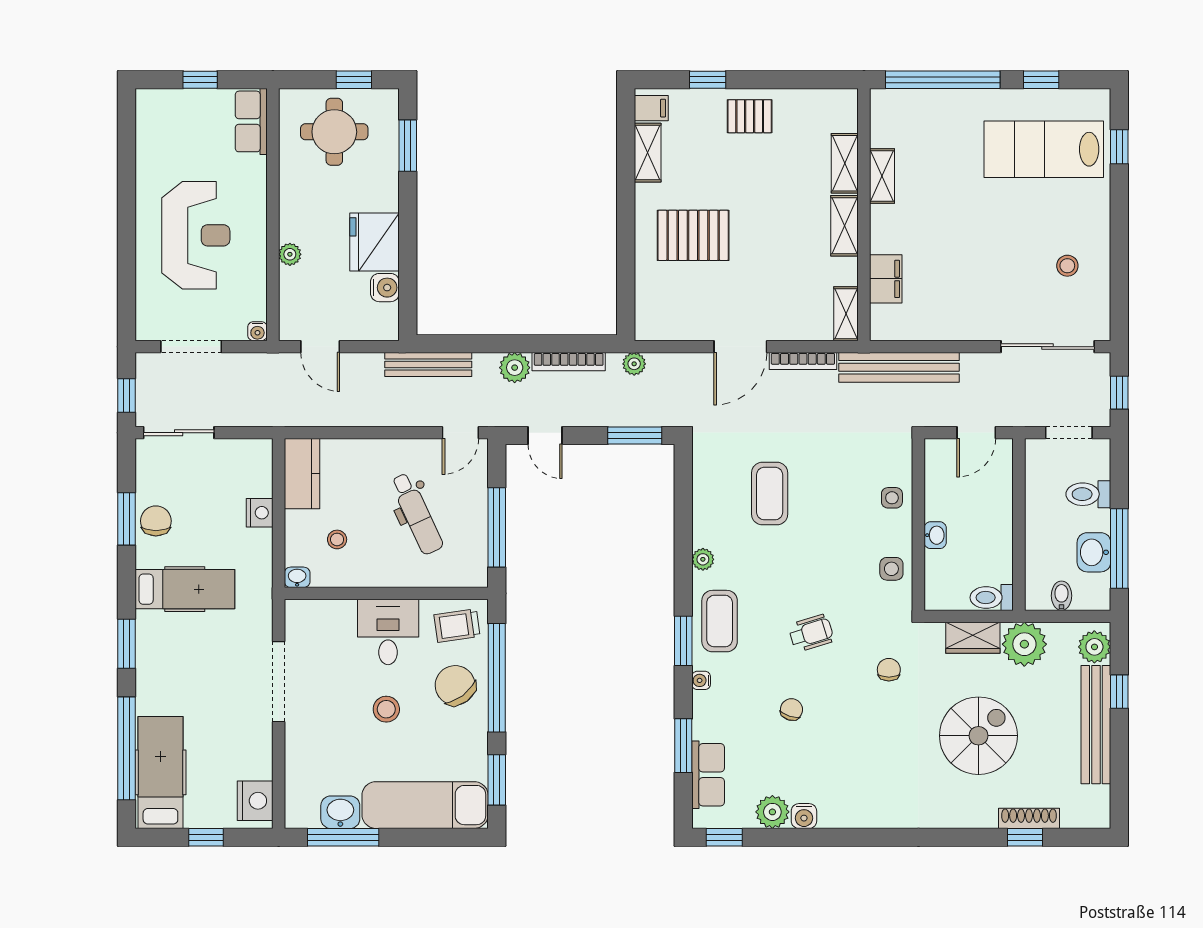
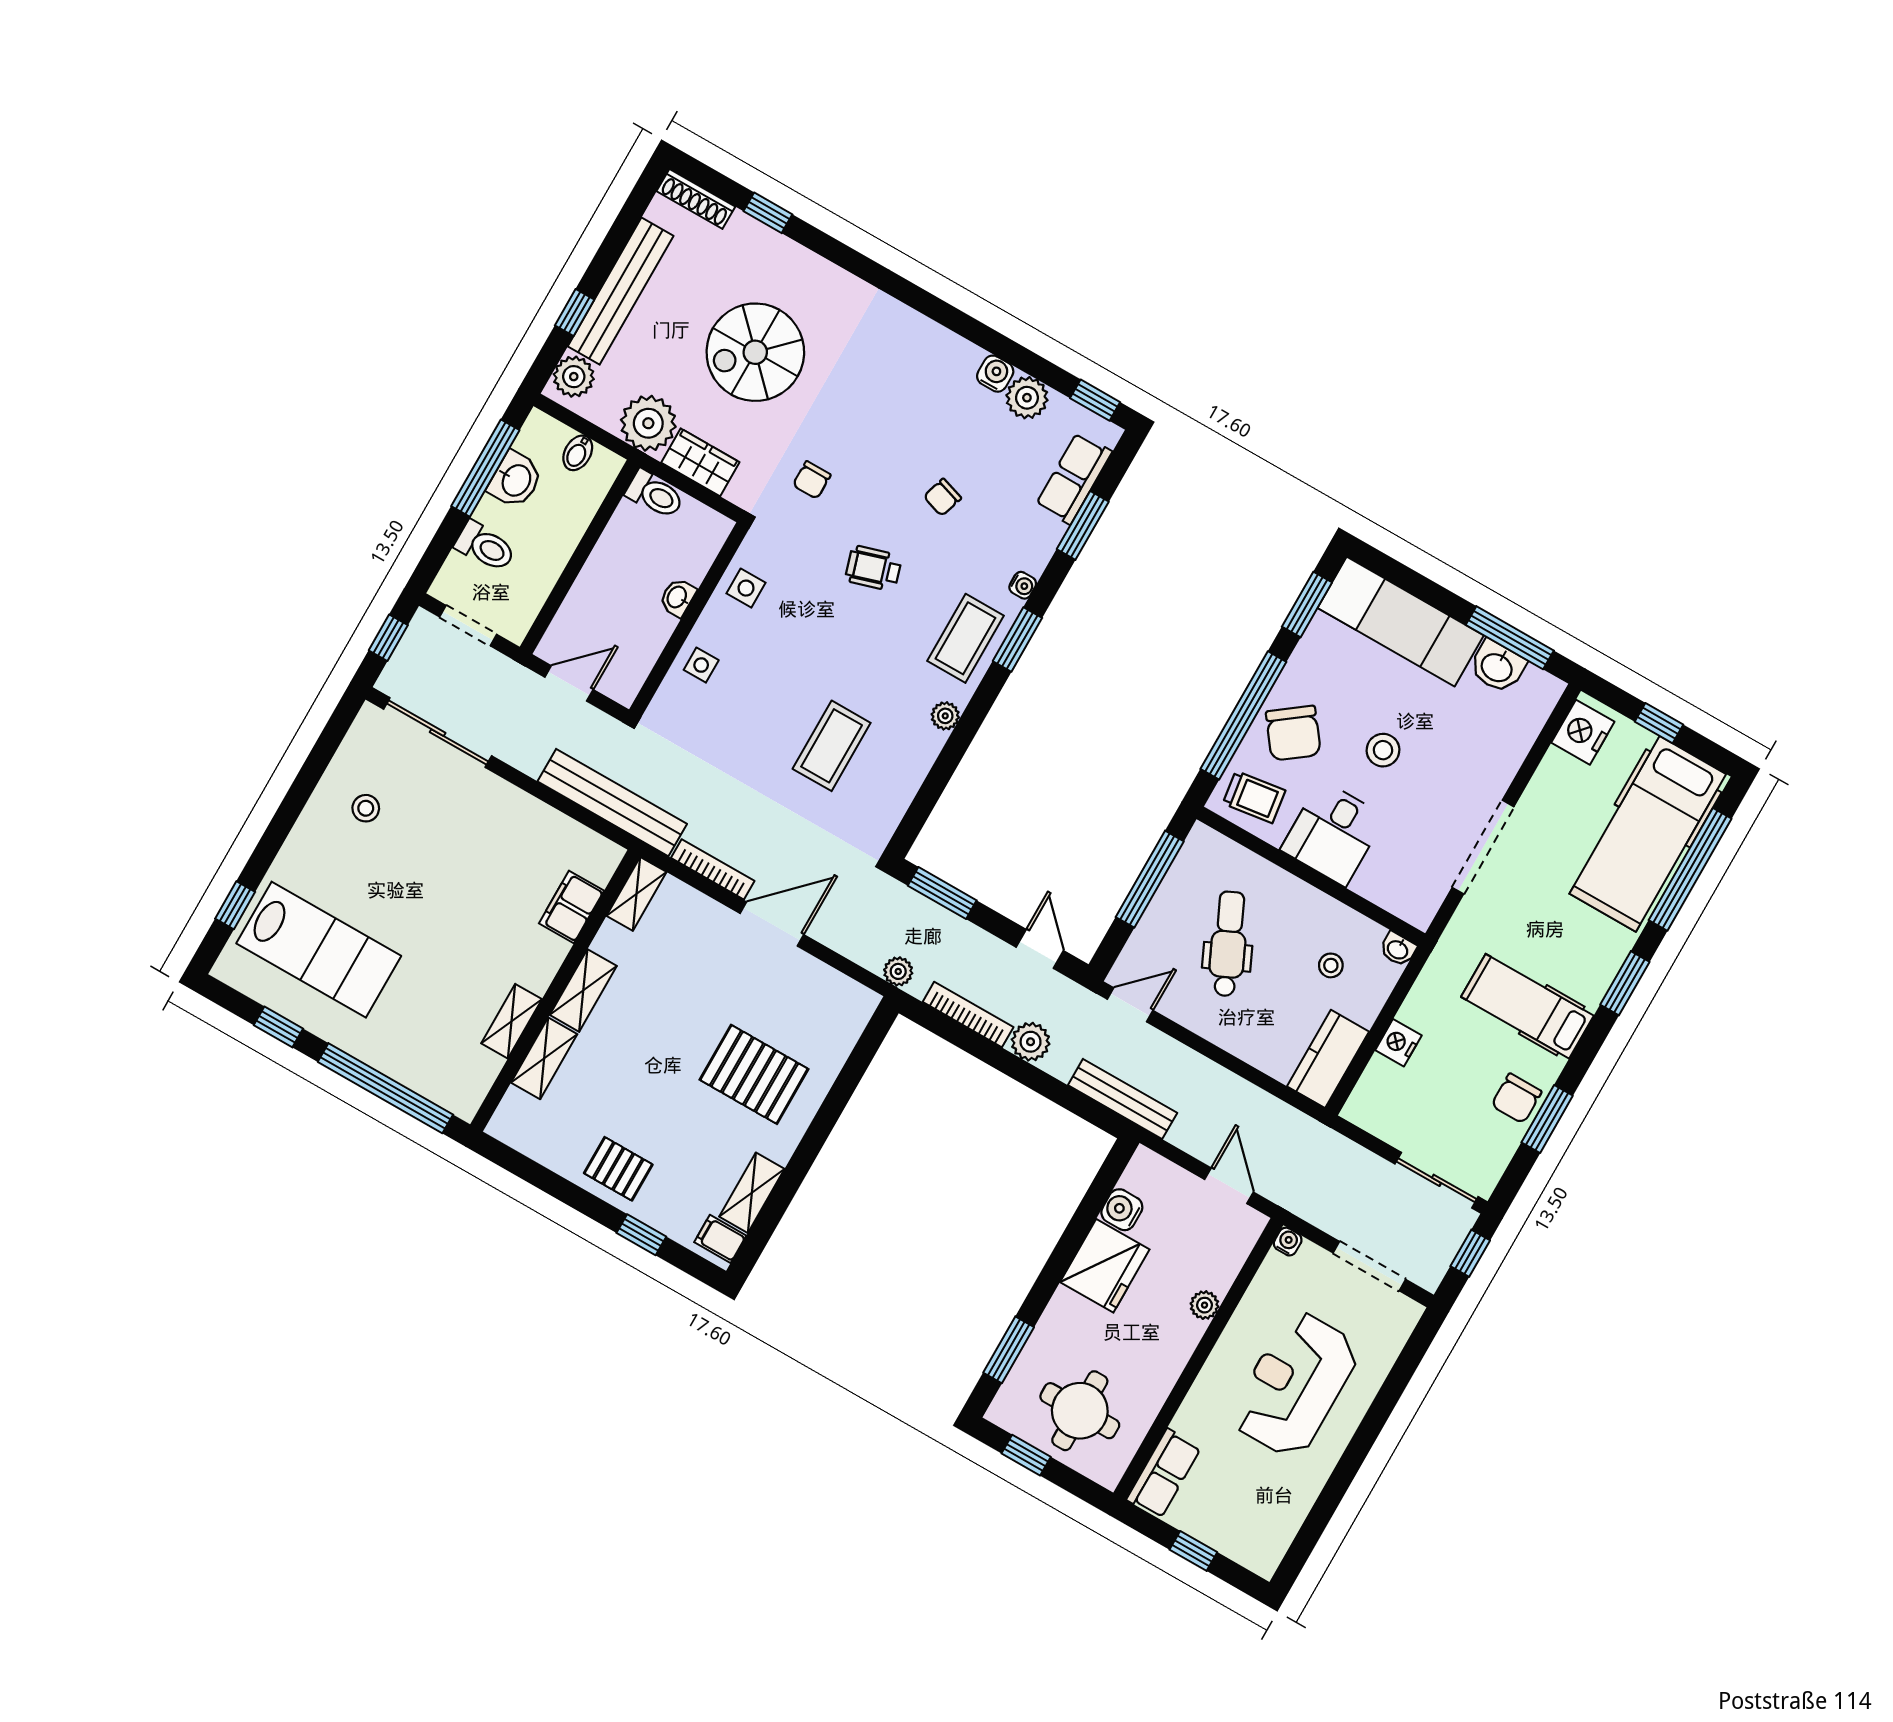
hospital bed: (160, 772) -> (1648, 834), width x1.37, depth x1.29
shoe rack: (1029, 818) -> (696, 199), moved

